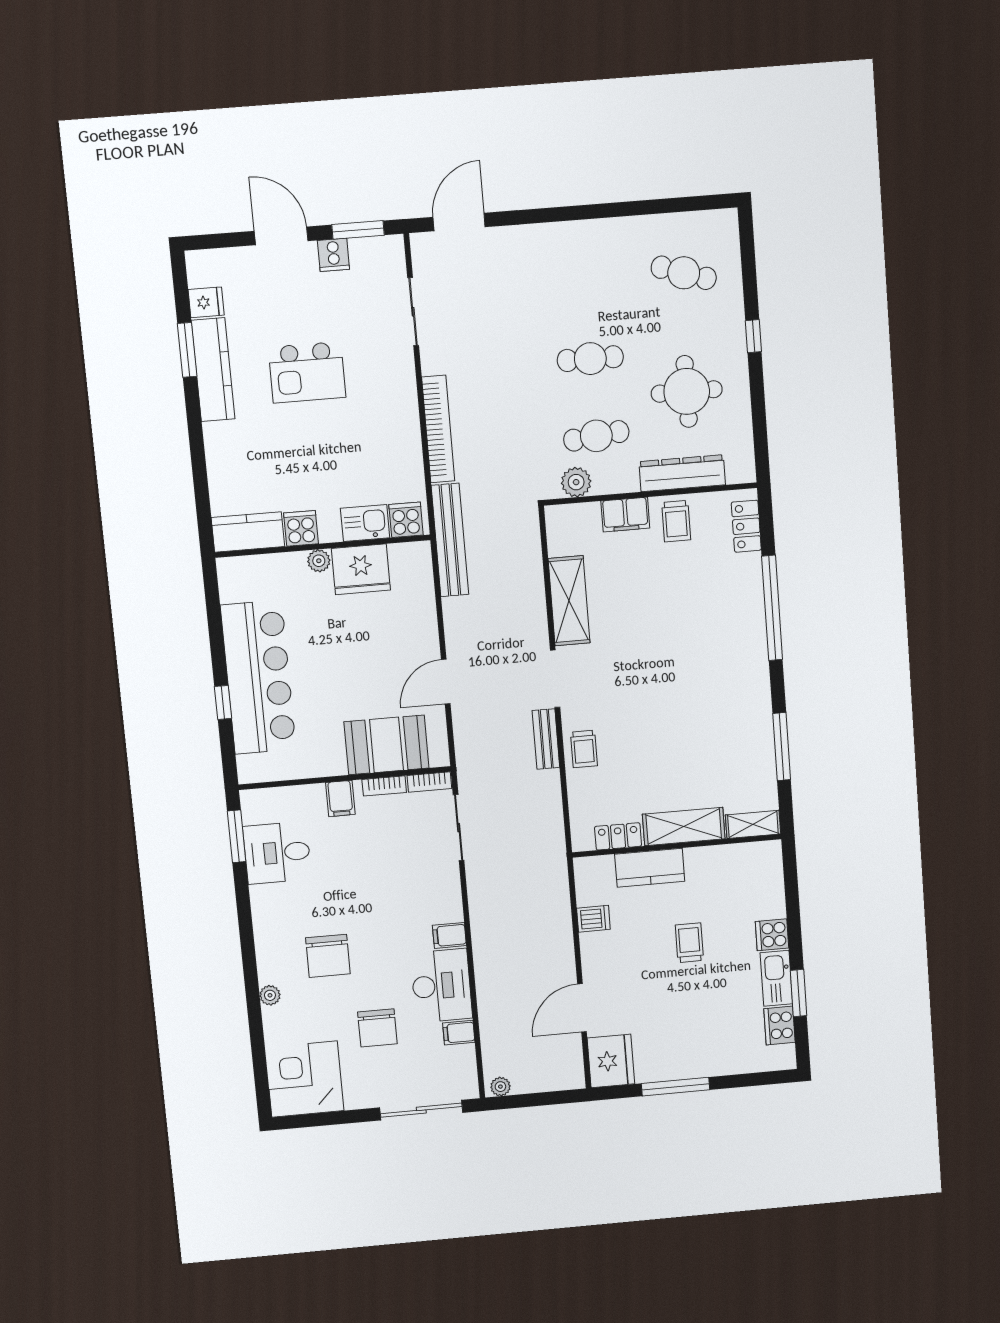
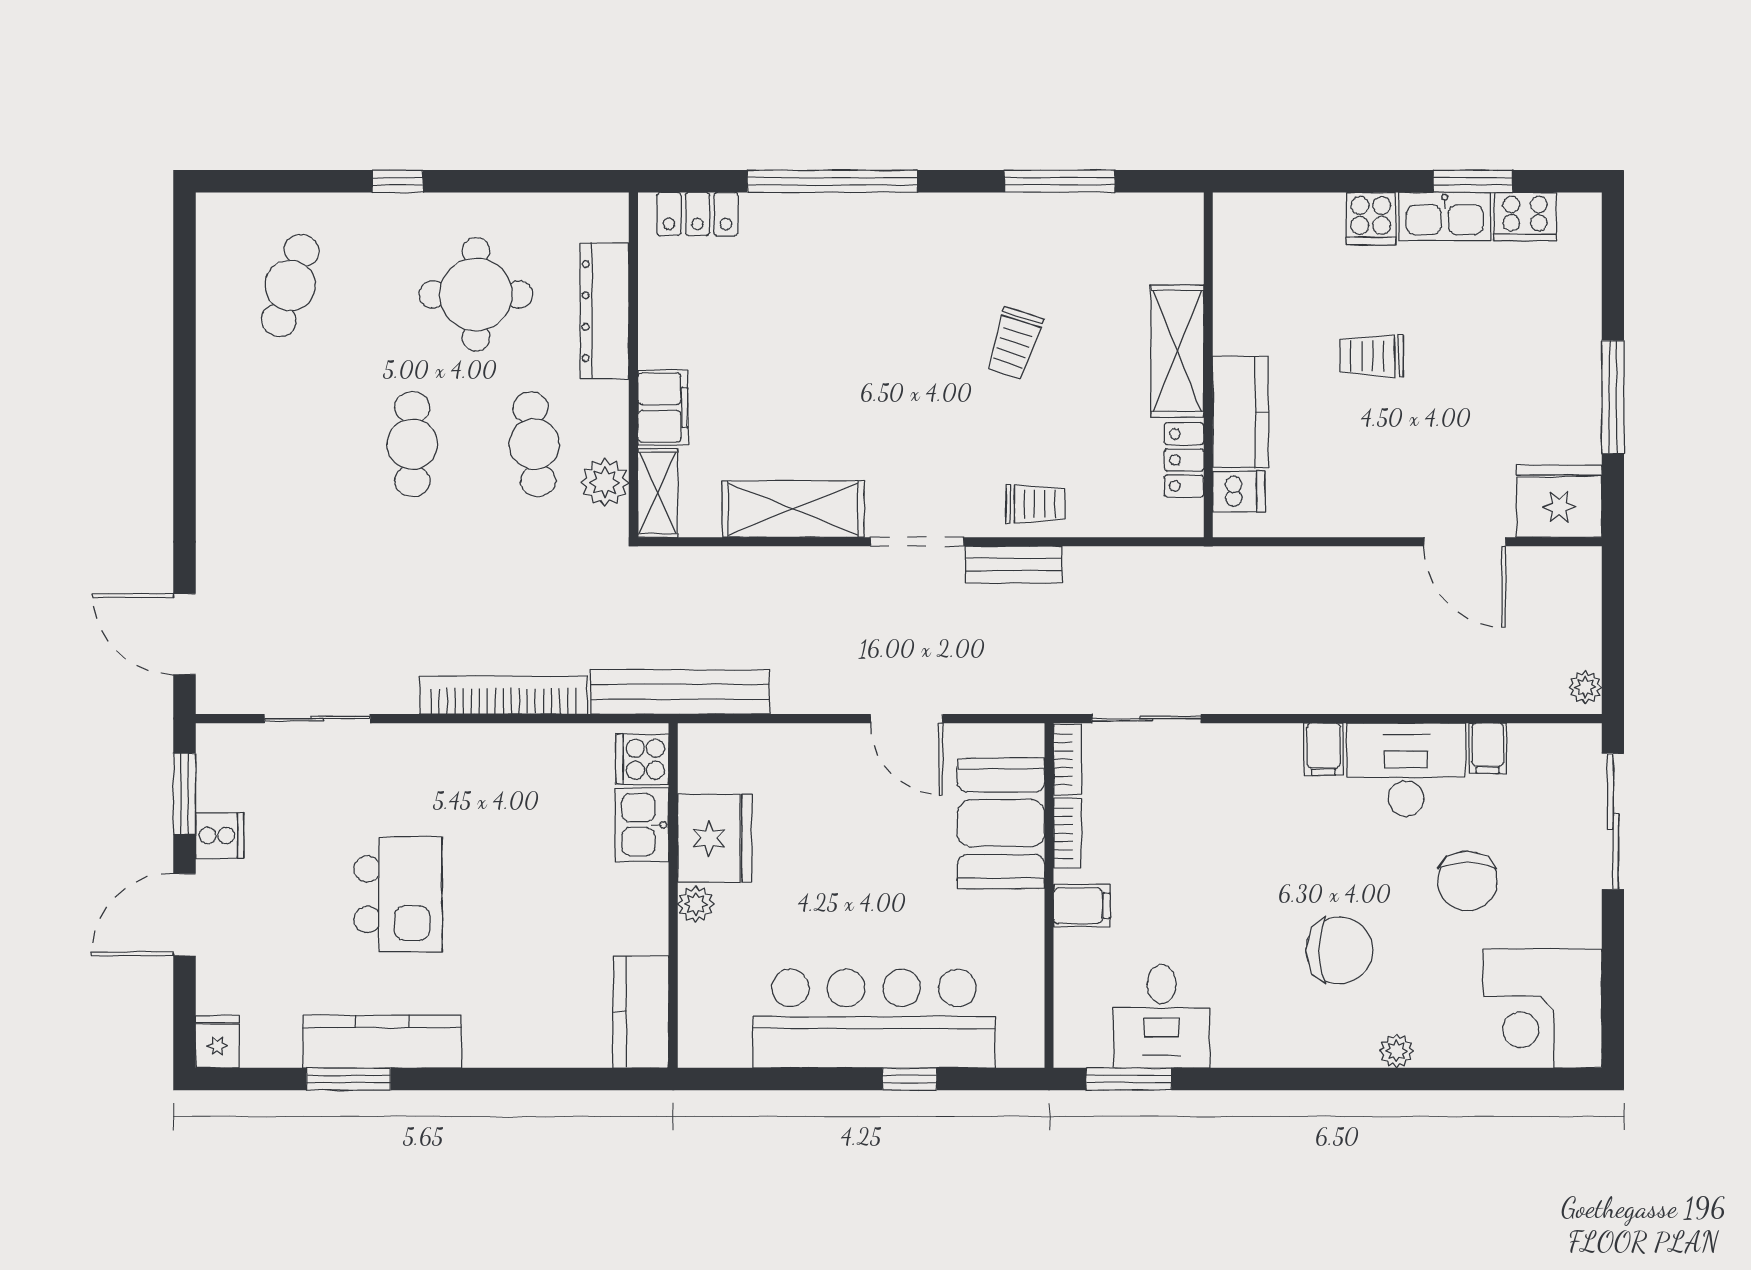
fridge: (206, 302) -> (218, 1042), moved
trolley: (676, 521) -> (1014, 343), moved, turned 108
cooker: (301, 528) -> (642, 927), removed
shelving: (753, 824) -> (658, 493), moved
dishwasher: (593, 919) -> (1239, 492), moved, turned 90
chair: (377, 1028) -> (1467, 881), turned 90

